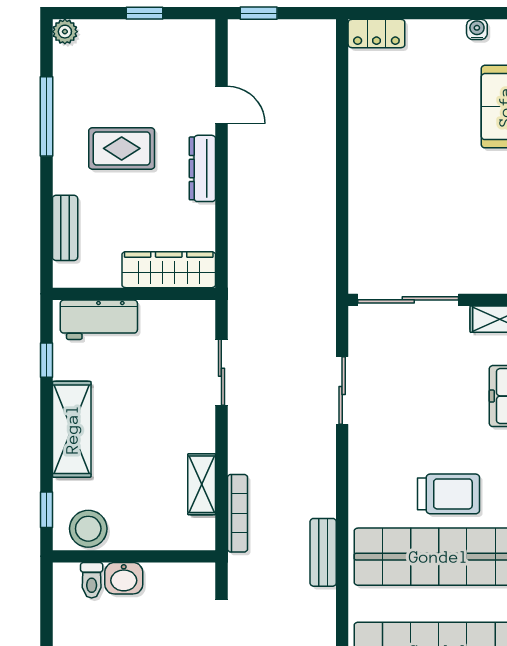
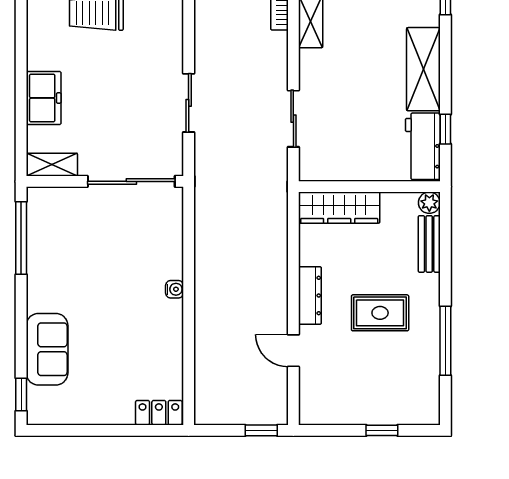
window: (145, 13) -> (382, 430), moved
water cooler: (477, 29) -> (175, 289), moved, turned -90
plant: (65, 32) -> (429, 203), moved
workbench: (99, 320) -> (423, 146), moved, turned -90

